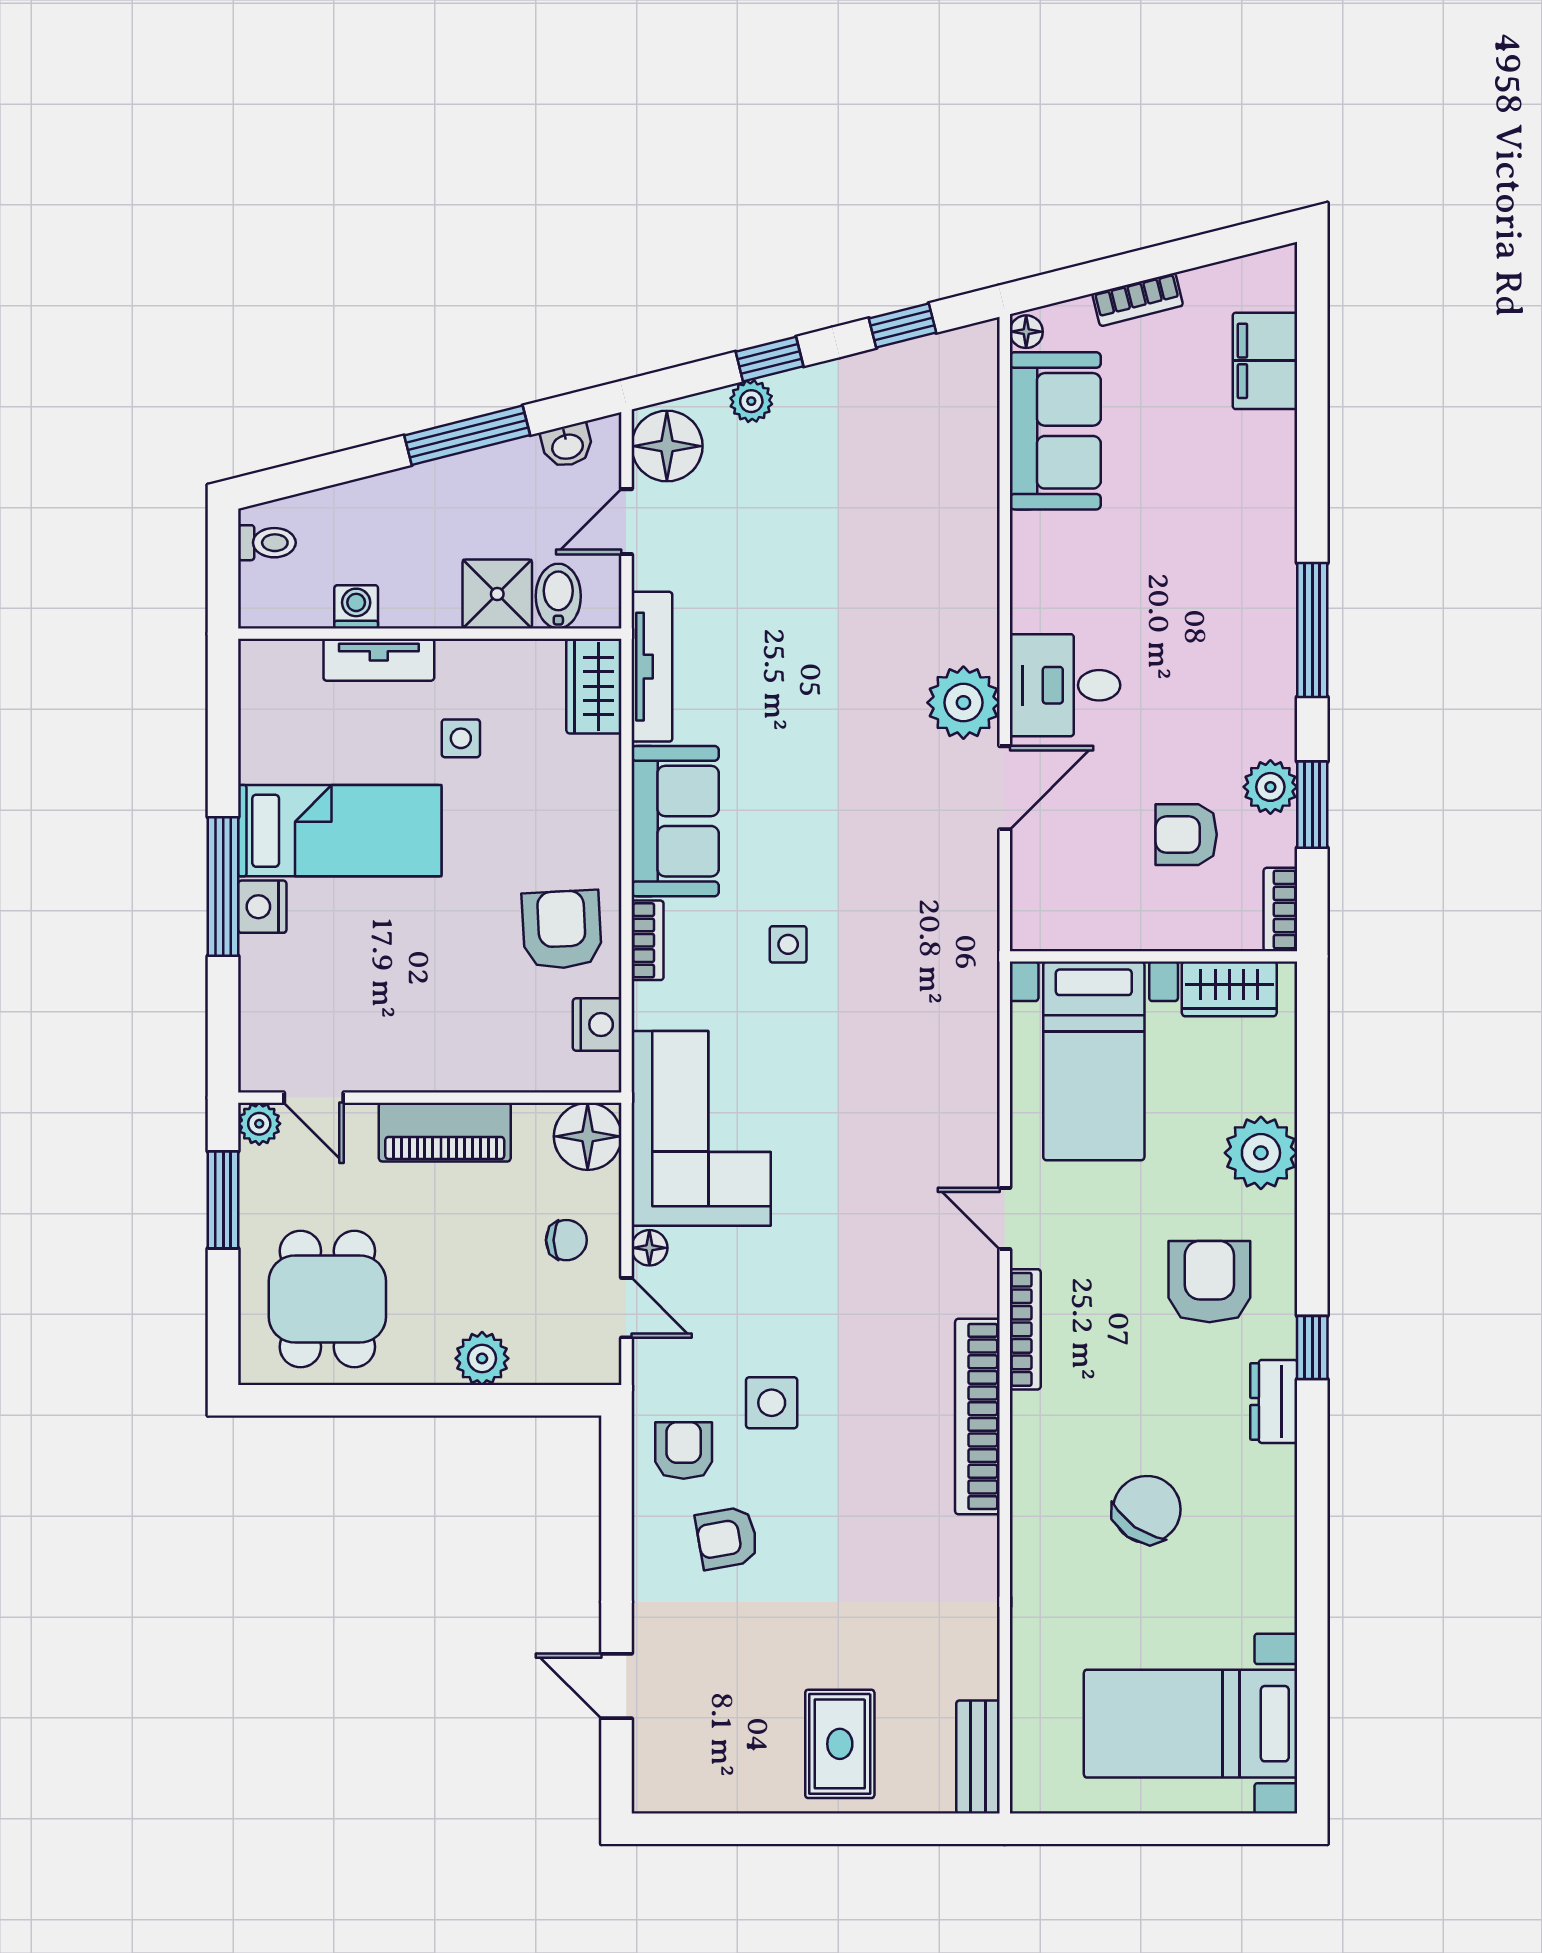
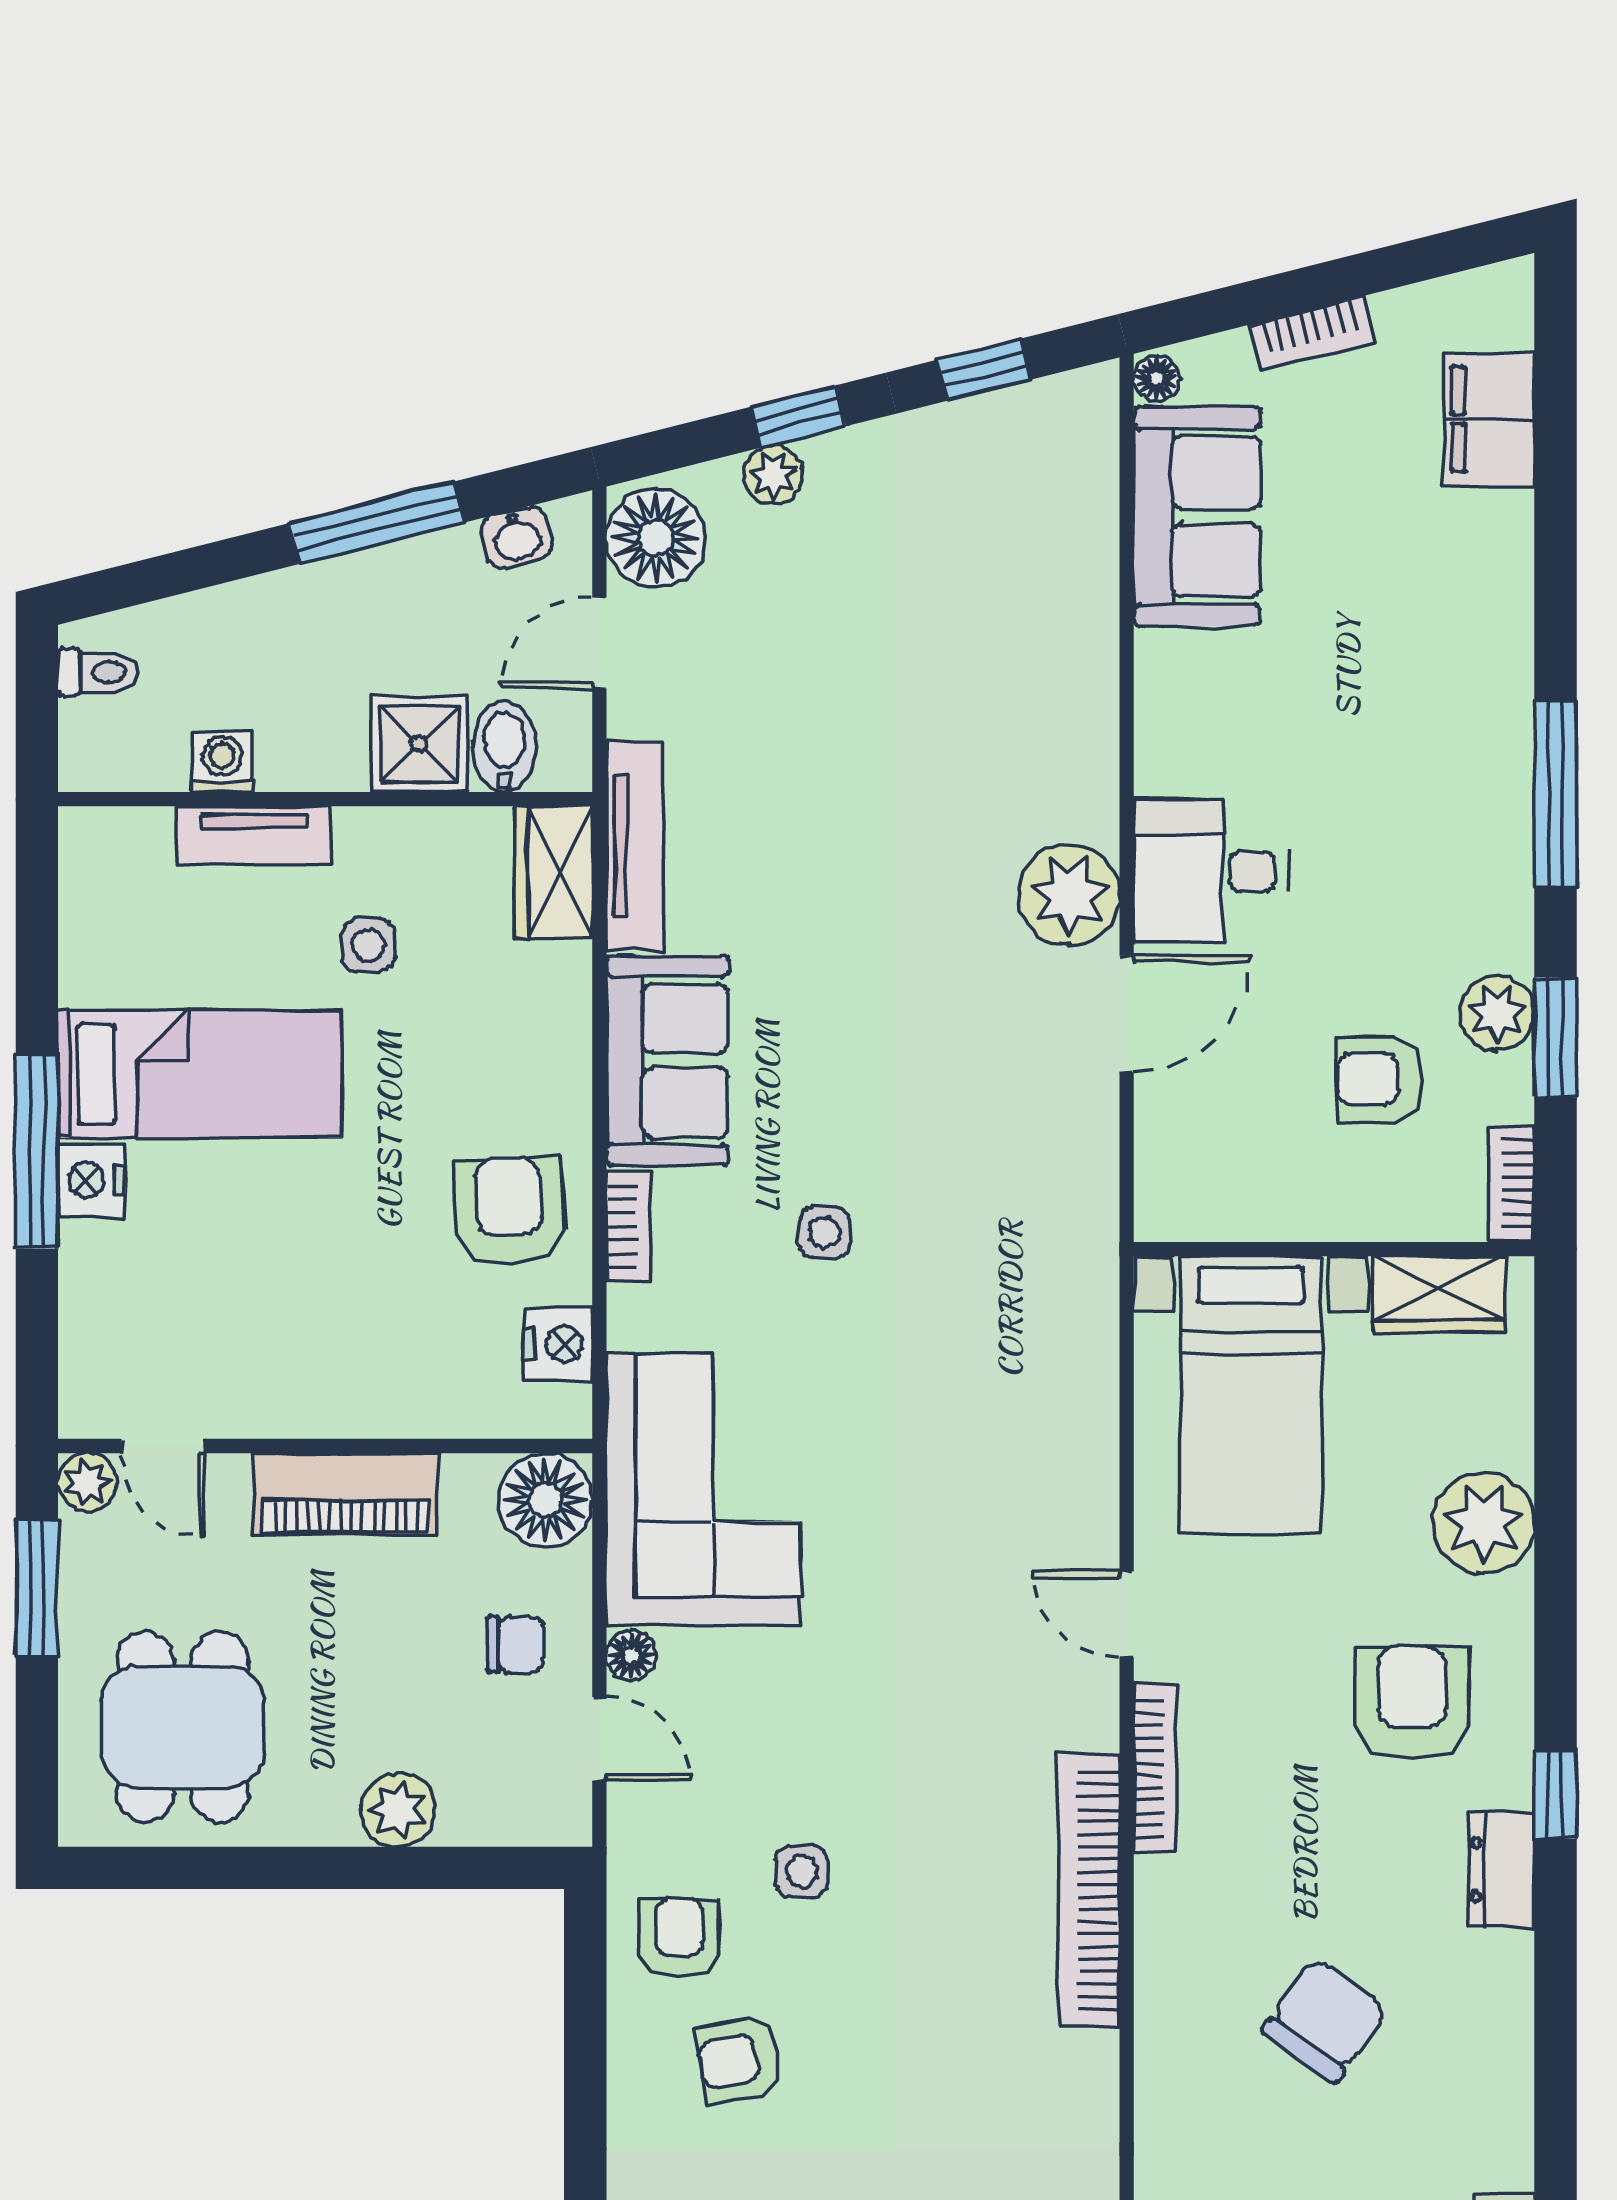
side table: (772, 1403) -> (802, 1871), width x0.73, depth x0.73

